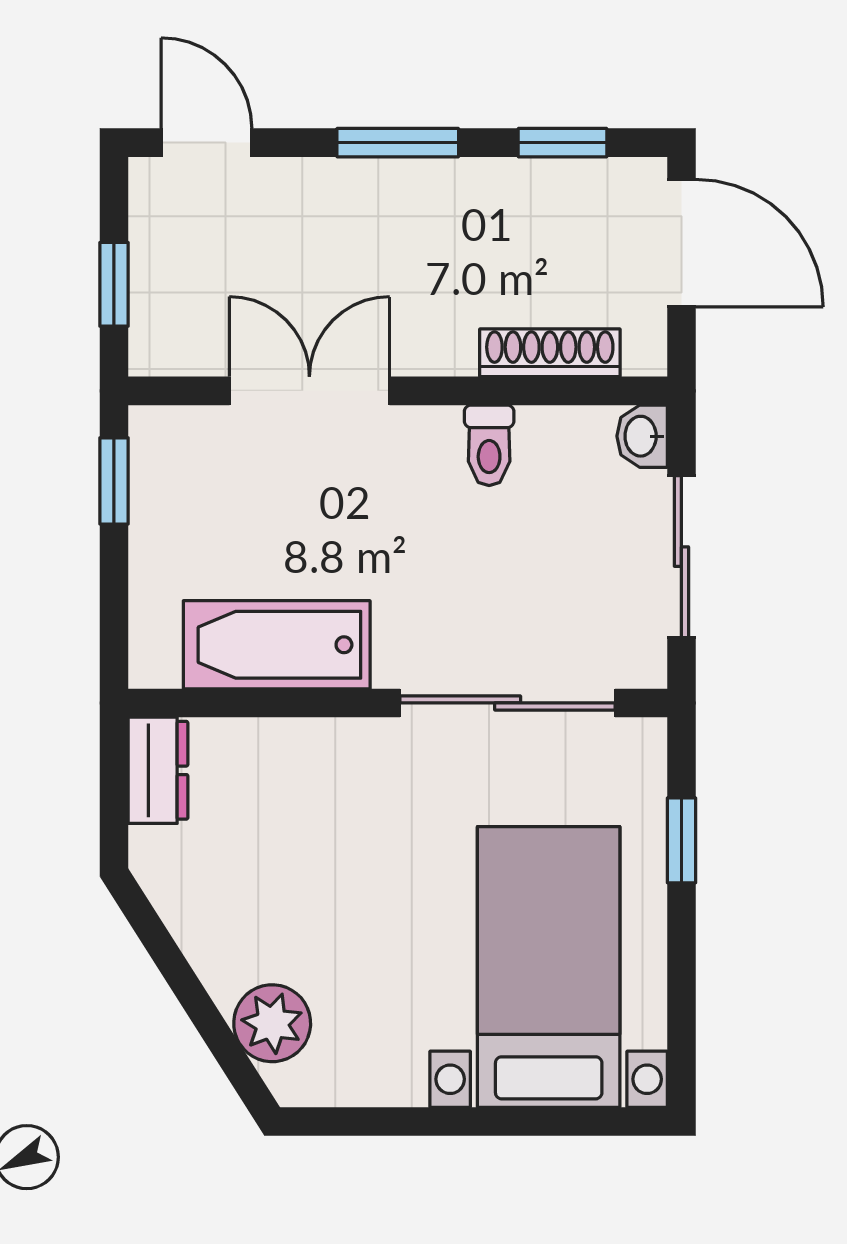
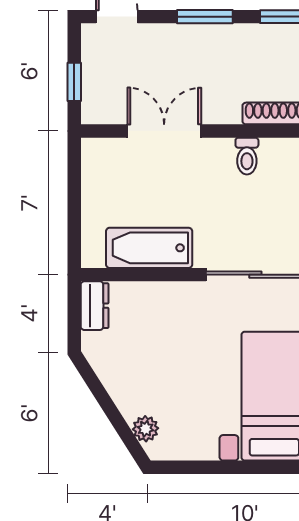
window: (114, 481) -> (74, 172), removed
plant: (272, 1023) -> (146, 429), width x0.73, depth x0.73

